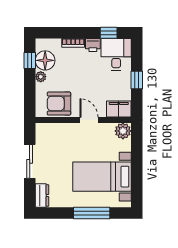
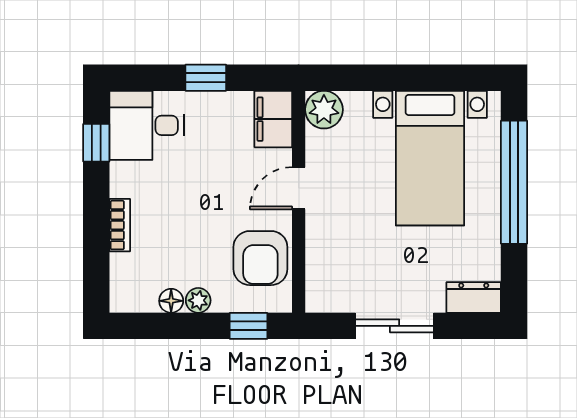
printer: (93, 45) -> (125, 179), removed
floor lamp: (45, 60) -> (171, 301), width x0.53, depth x0.53
window: (30, 61) -> (249, 326), moved
window: (92, 213) -> (514, 182), width x1.46

